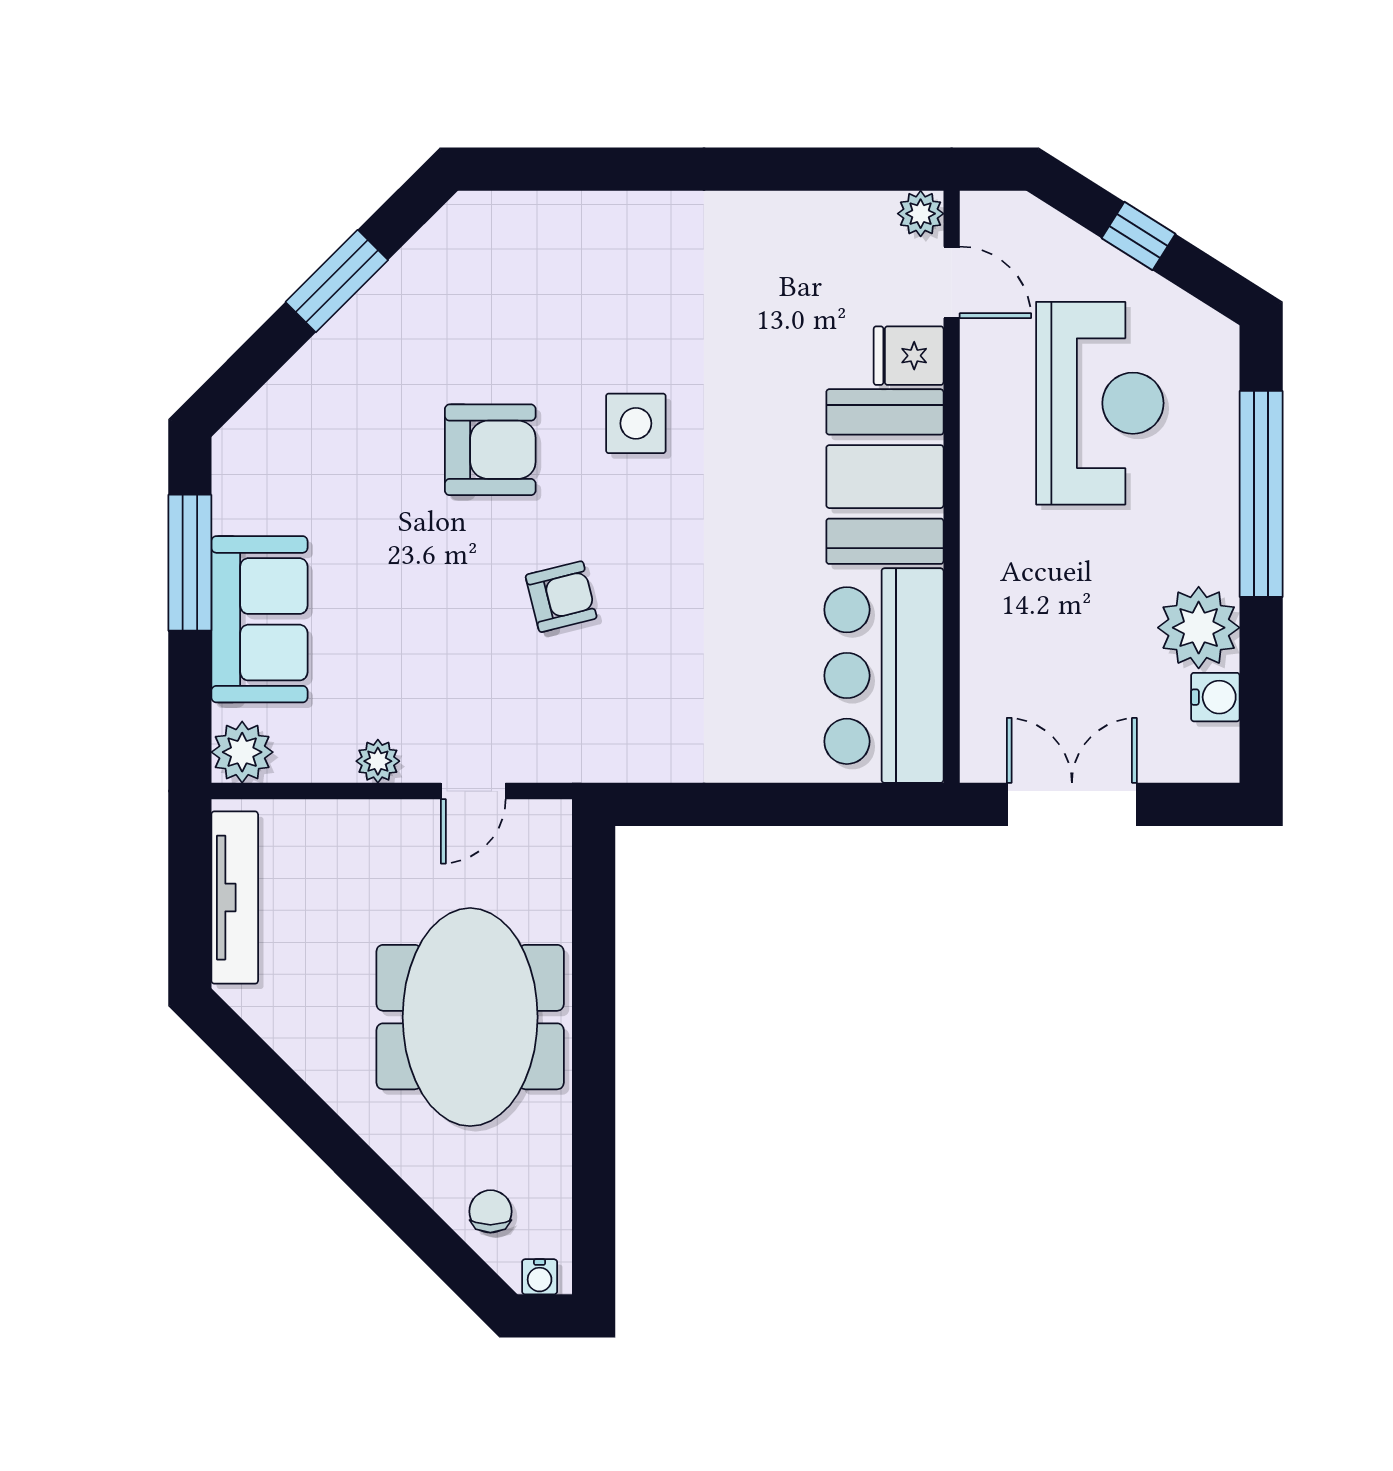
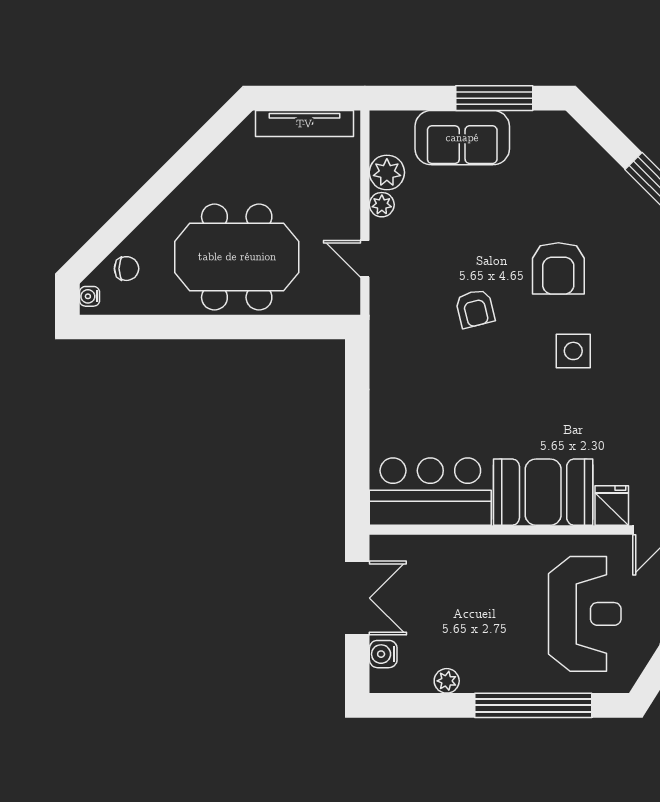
reception desk: (1100, 403) -> (585, 614), turned -90
plant: (1199, 628) -> (447, 681), width x0.53, depth x0.53
water cooler: (1215, 697) -> (383, 654), moved, turned 90
plant: (242, 752) -> (387, 172), moved

